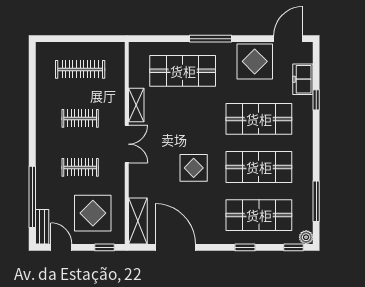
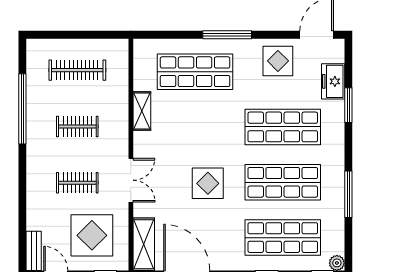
display table: (255, 61) -> (278, 61), width x0.73, depth x0.73
window: (316, 100) -> (348, 105), width x1.50
double door: (127, 144) -> (131, 180), moved
window: (32, 197) -> (22, 109), moved
window: (316, 201) -> (348, 194), moved

